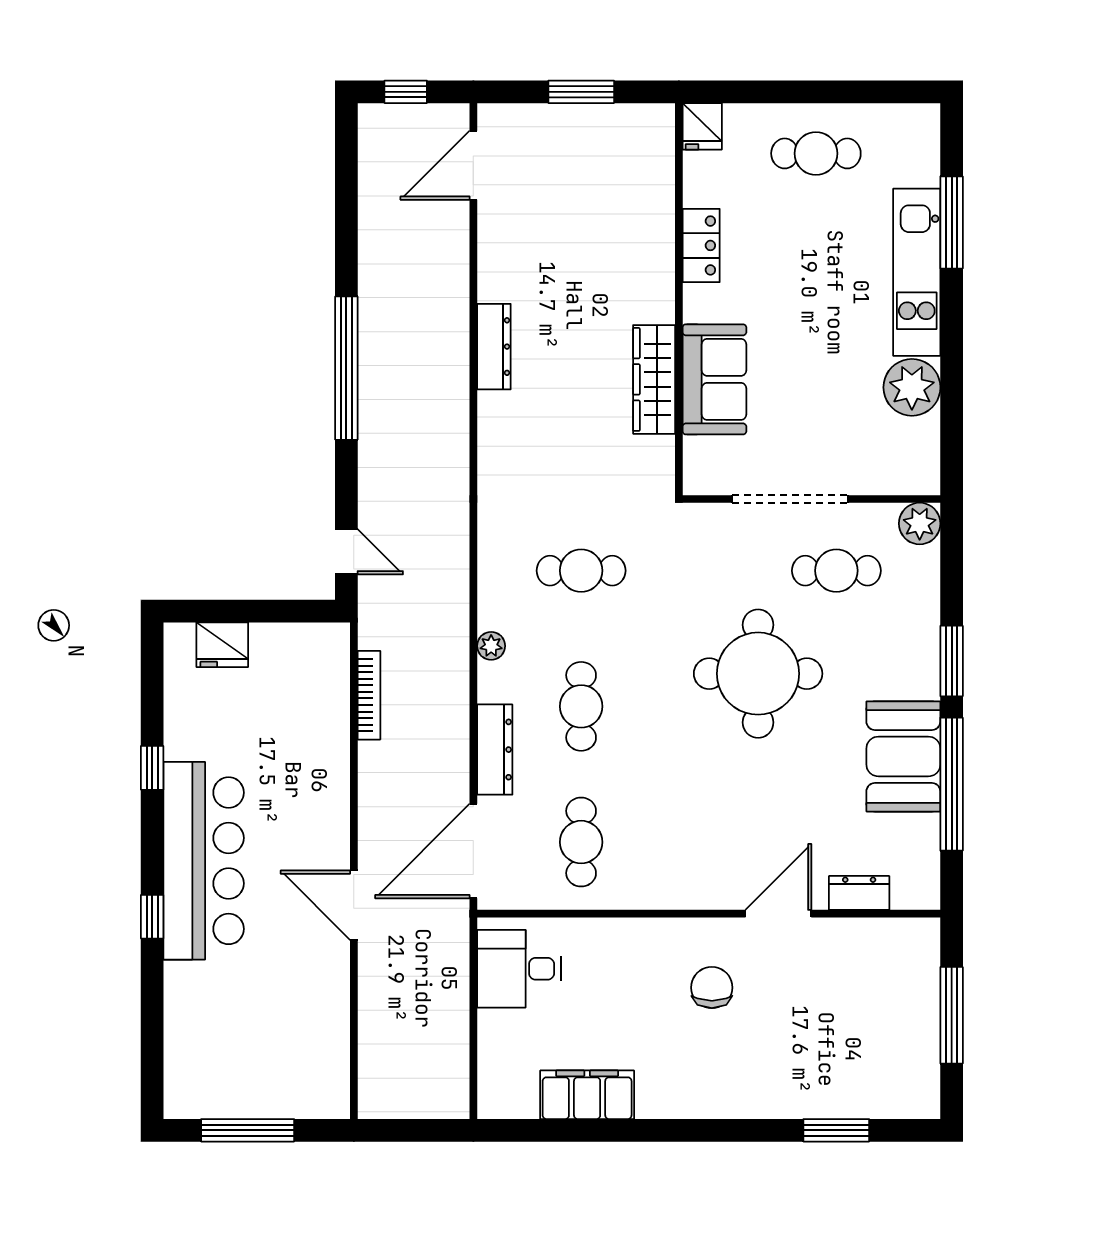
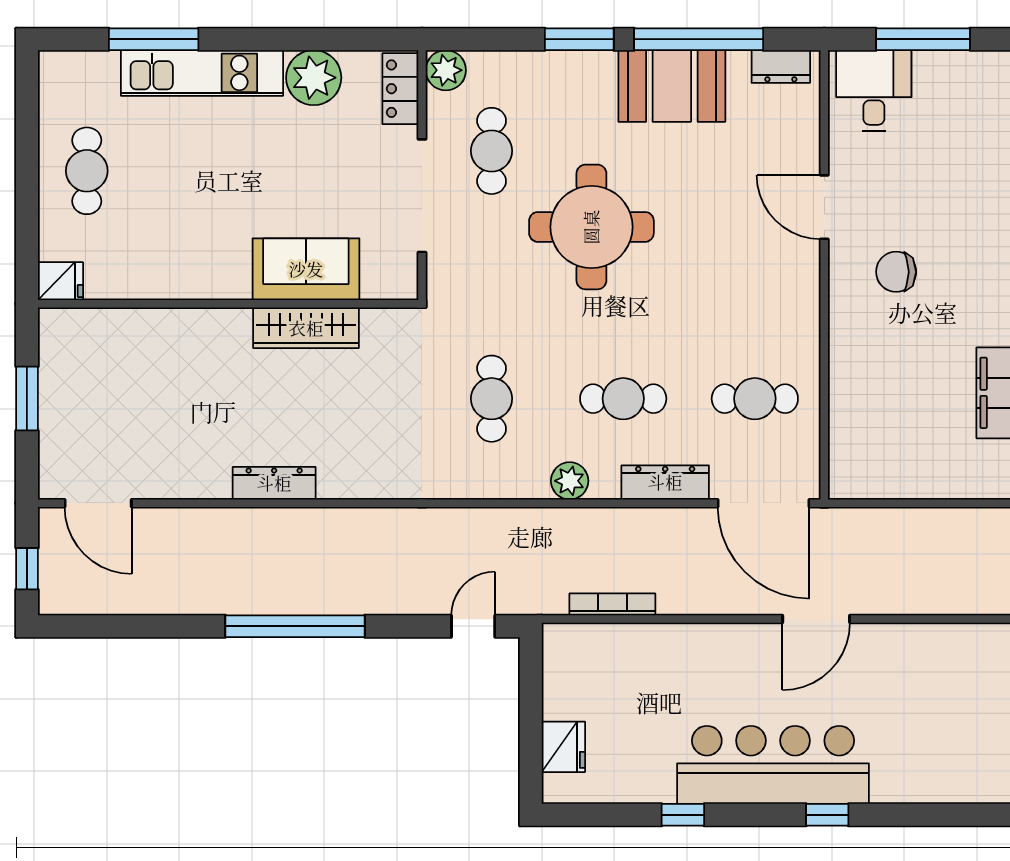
locker: (701, 245) -> (400, 89), moved, turned -90
plant: (491, 646) -> (570, 481), width x1.38, depth x1.38
dresser: (859, 893) -> (781, 67), moved, turned -90
desk: (519, 969) -> (874, 91), moved, turned 180

